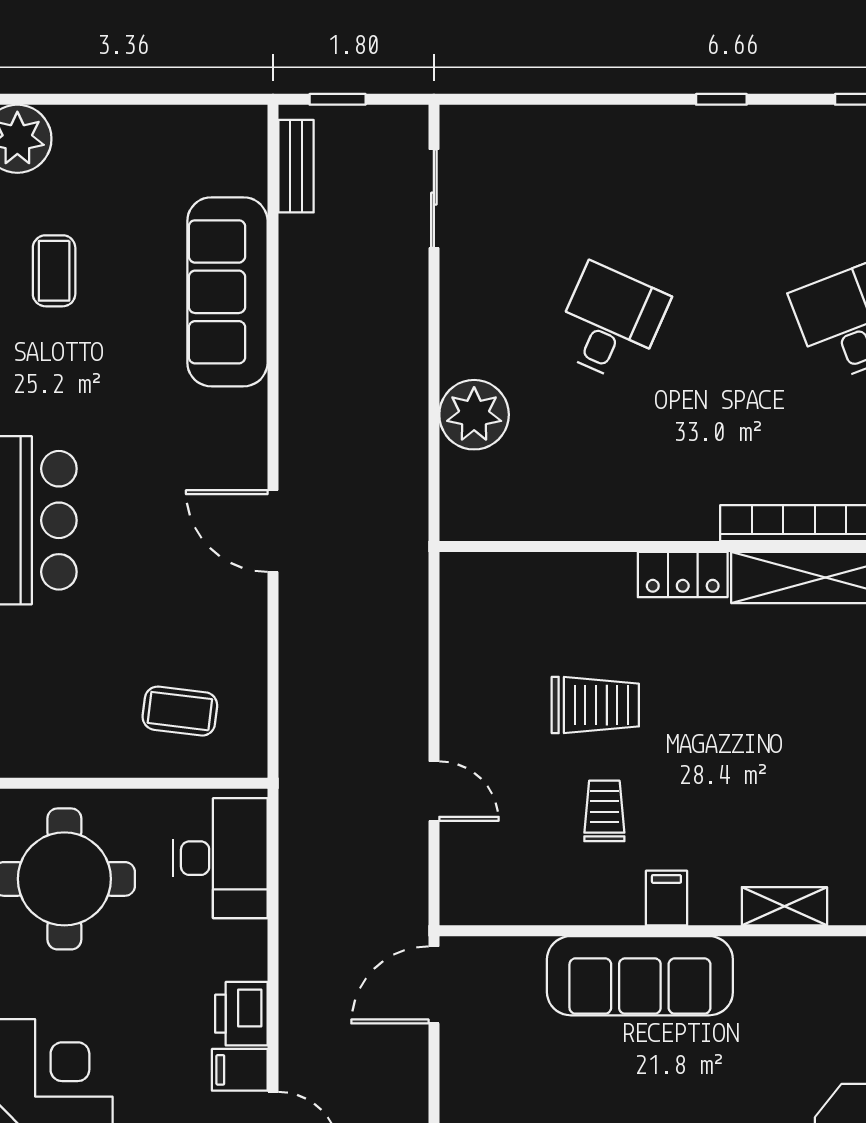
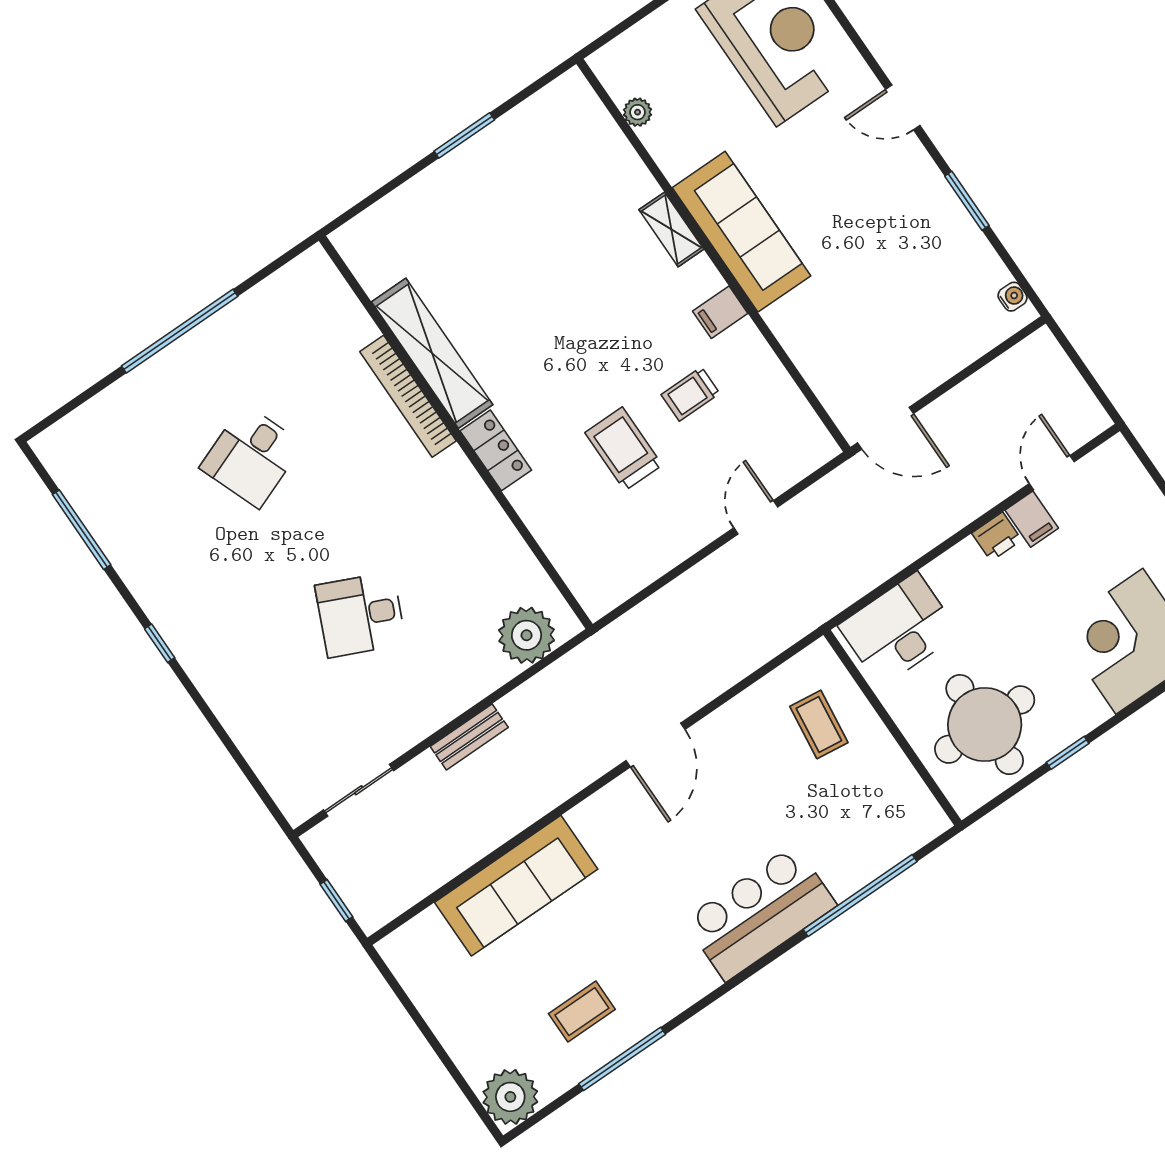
bench: (296, 166) -> (469, 737), moved
plant: (474, 415) -> (527, 635), moved
sofa: (640, 976) -> (741, 232), moved
printer: (241, 1014) -> (997, 537), width x0.73, depth x0.81

